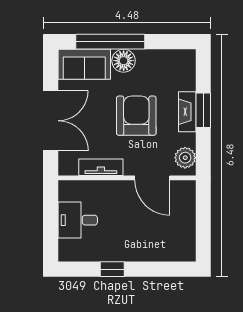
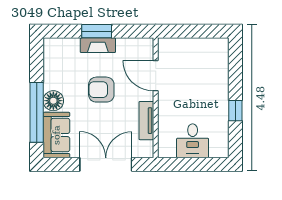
armchair: (136, 116) -> (101, 90), width x0.73, depth x0.73
plant: (185, 158) -> (138, 47), removed
door: (152, 178) -> (156, 76), swing flipped

